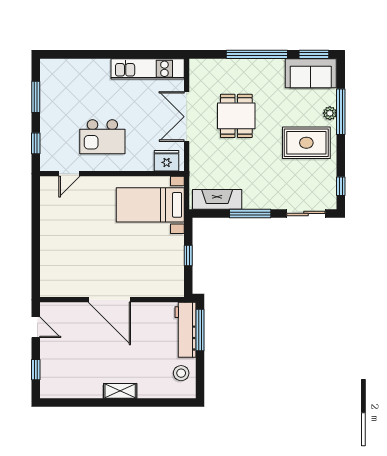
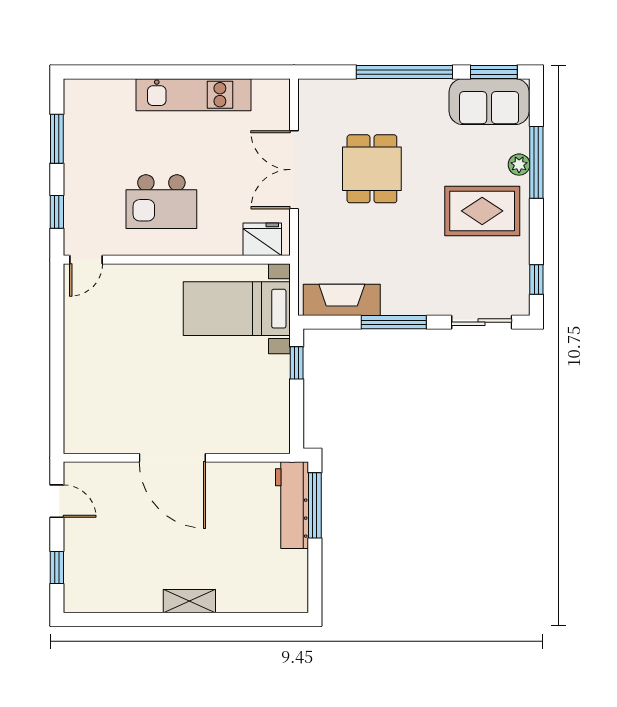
kitchen unit: (148, 69) -> (193, 95), moved
door: (69, 174) -> (86, 260), moved
window: (188, 255) -> (297, 363), moved
stool: (181, 373) -> (285, 573), removed

